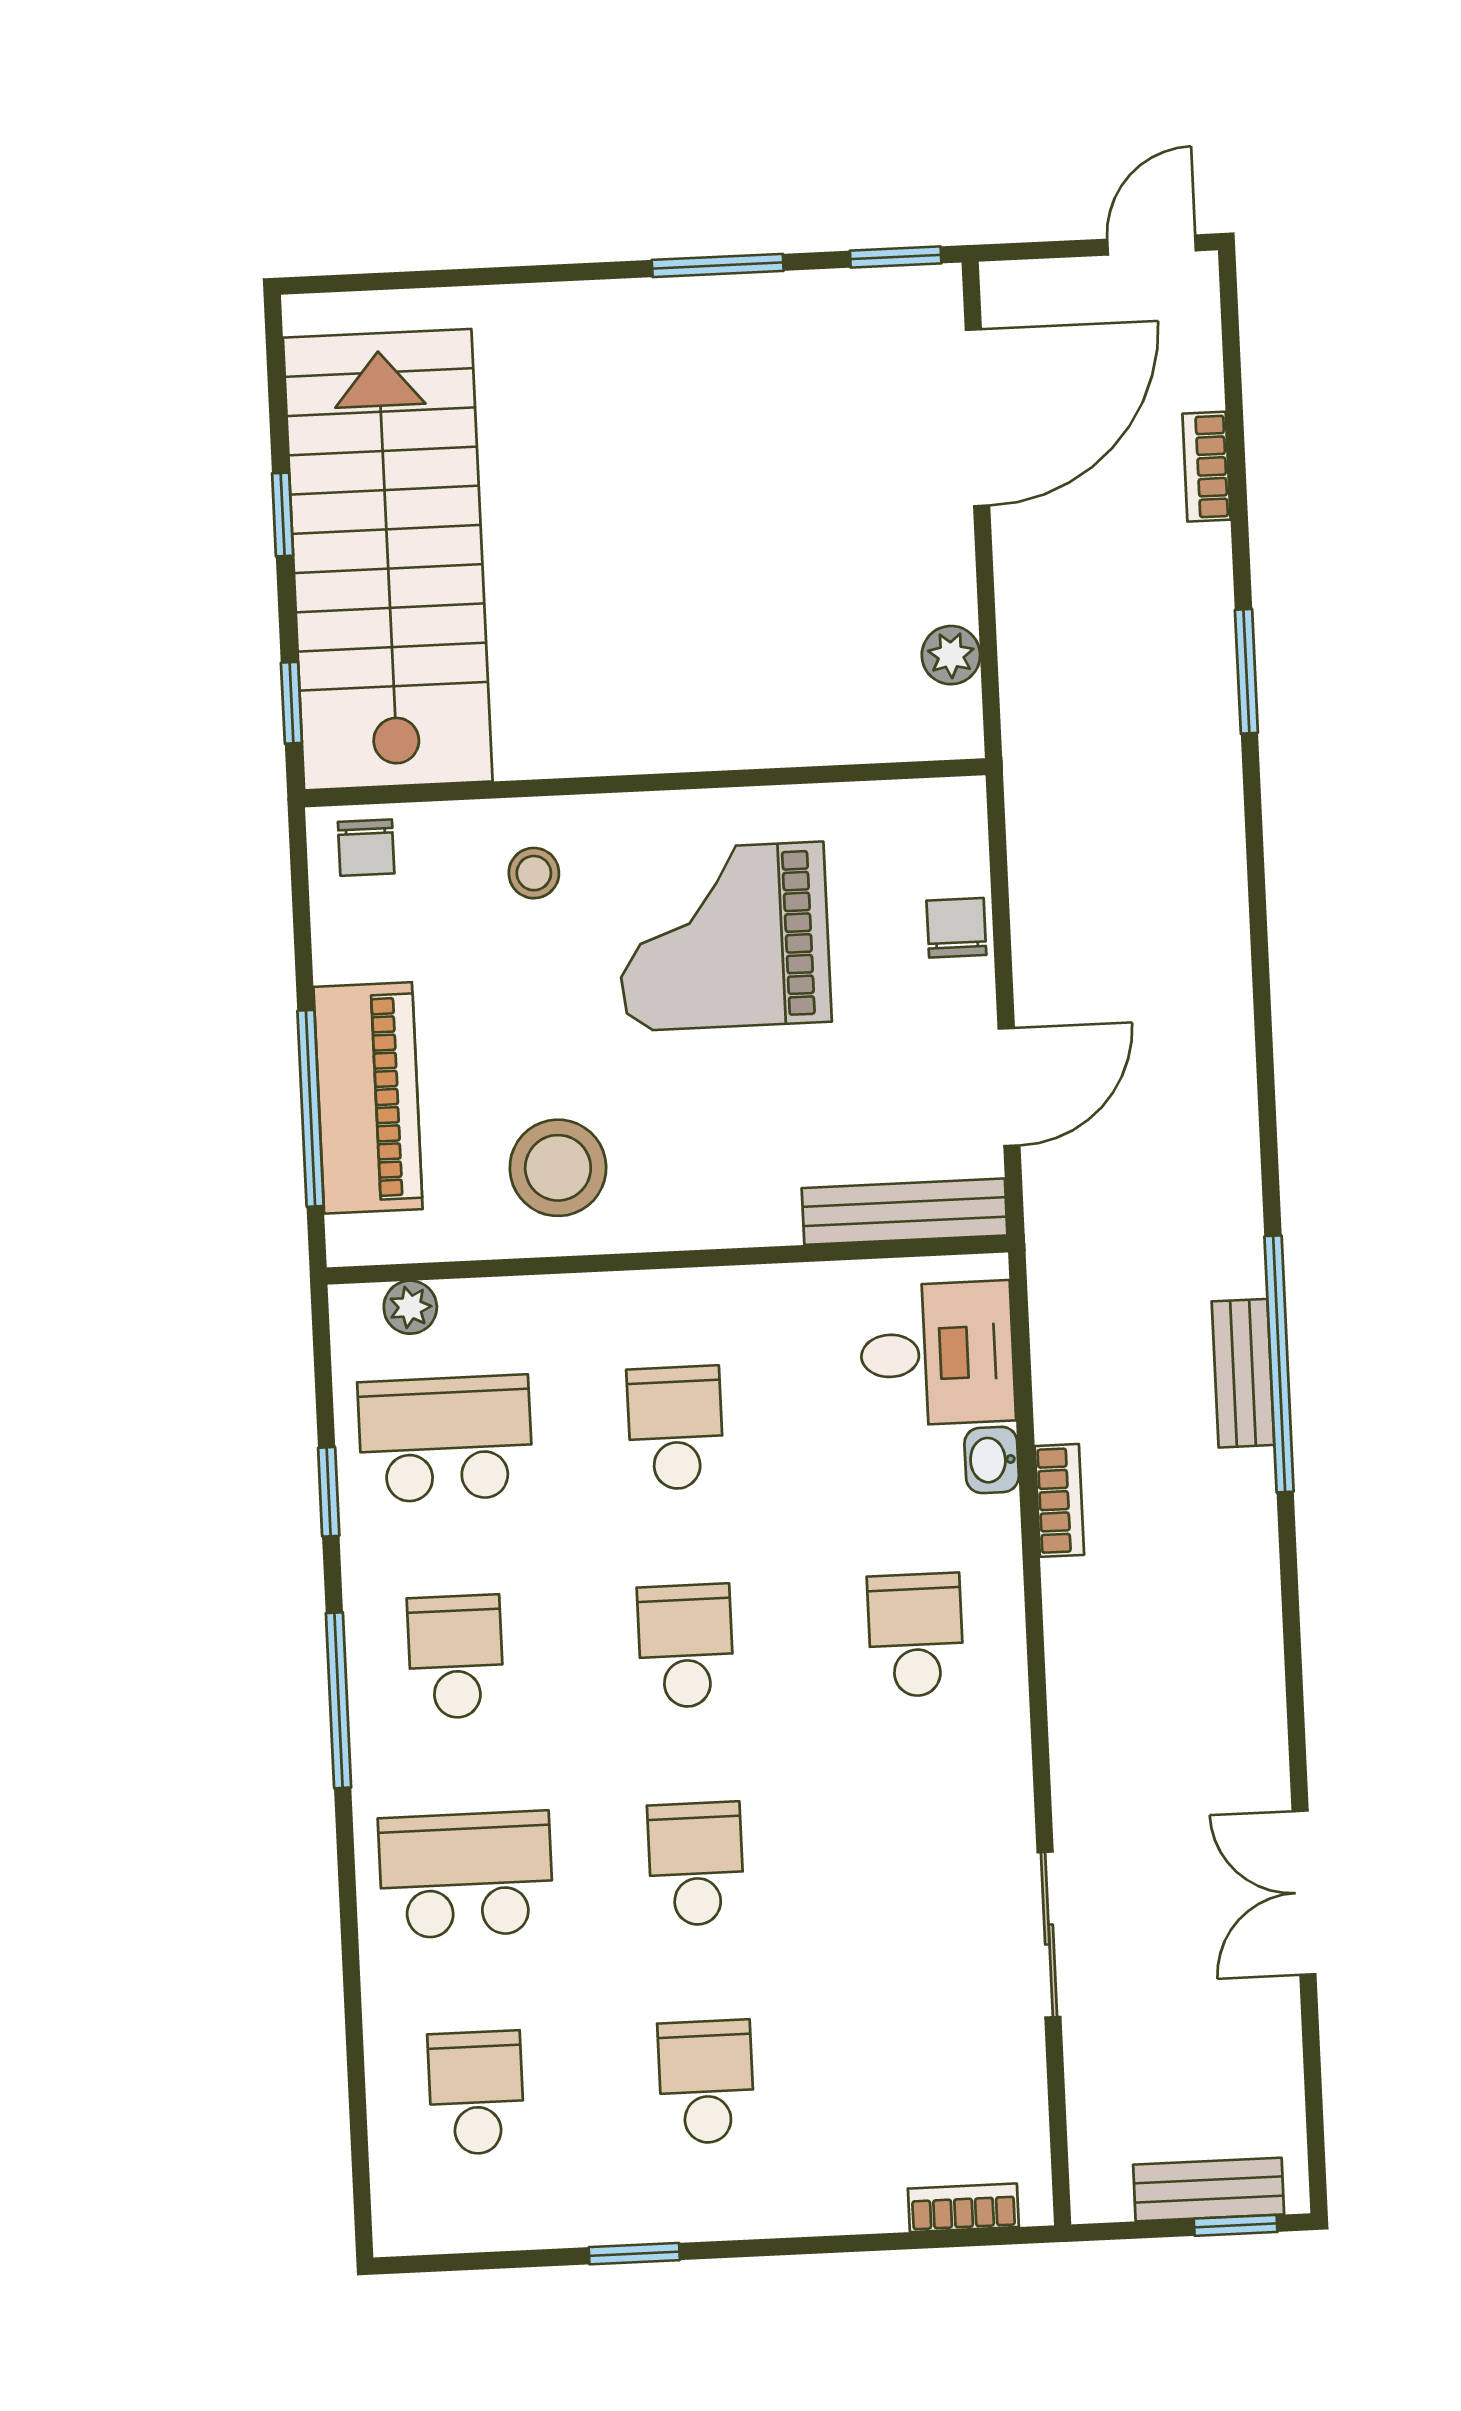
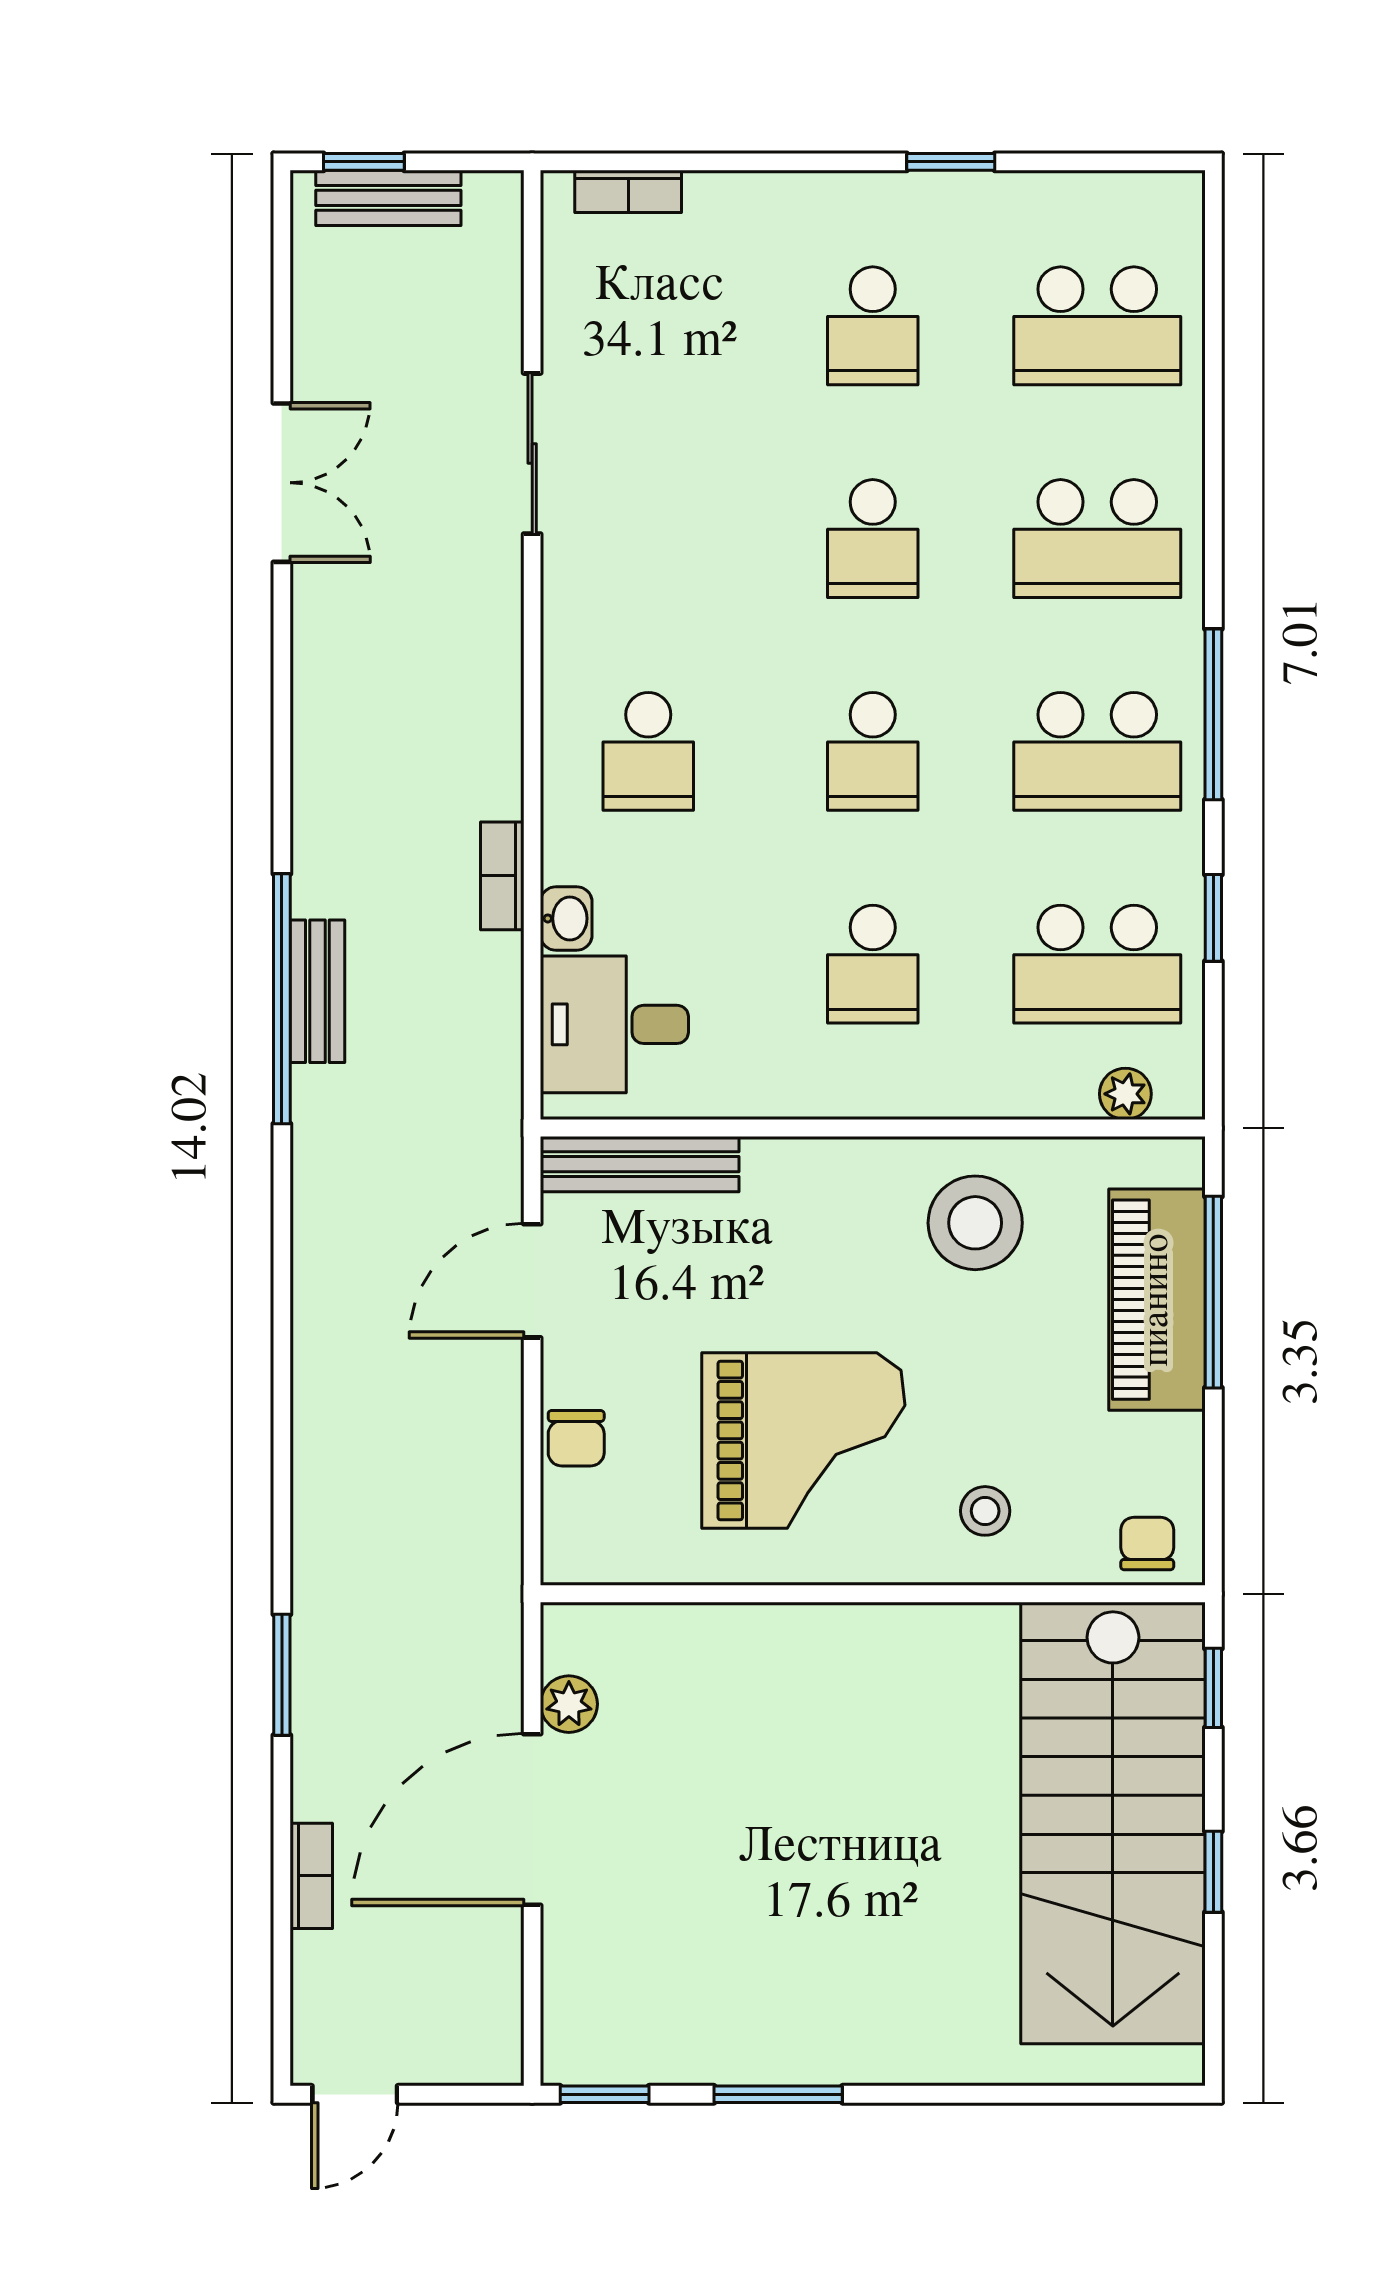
door: (977, 418) -> (532, 1819), moved
school desk: (456, 1657) -> (1097, 751), width x1.85
school desk: (476, 2093) -> (1097, 326), width x1.85

